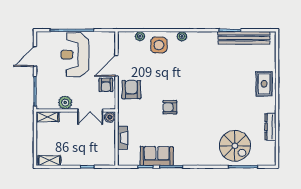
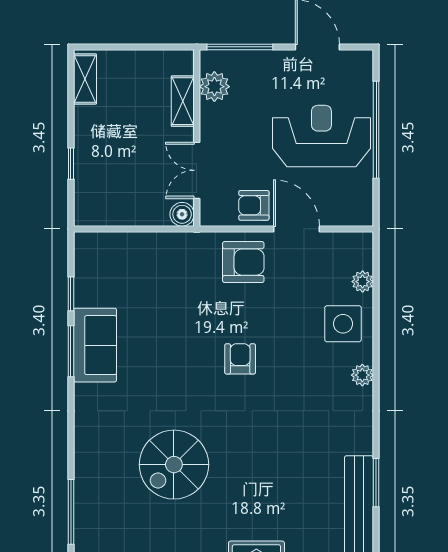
plant: (65, 103) -> (214, 87), moved
armchair: (170, 107) -> (240, 359), moved
shelving: (48, 117) -> (183, 101), moved
fireplace: (123, 138) -> (136, 243), removed
spiral stairs: (235, 146) -> (174, 465), moved
sofa: (157, 156) -> (95, 345), moved

